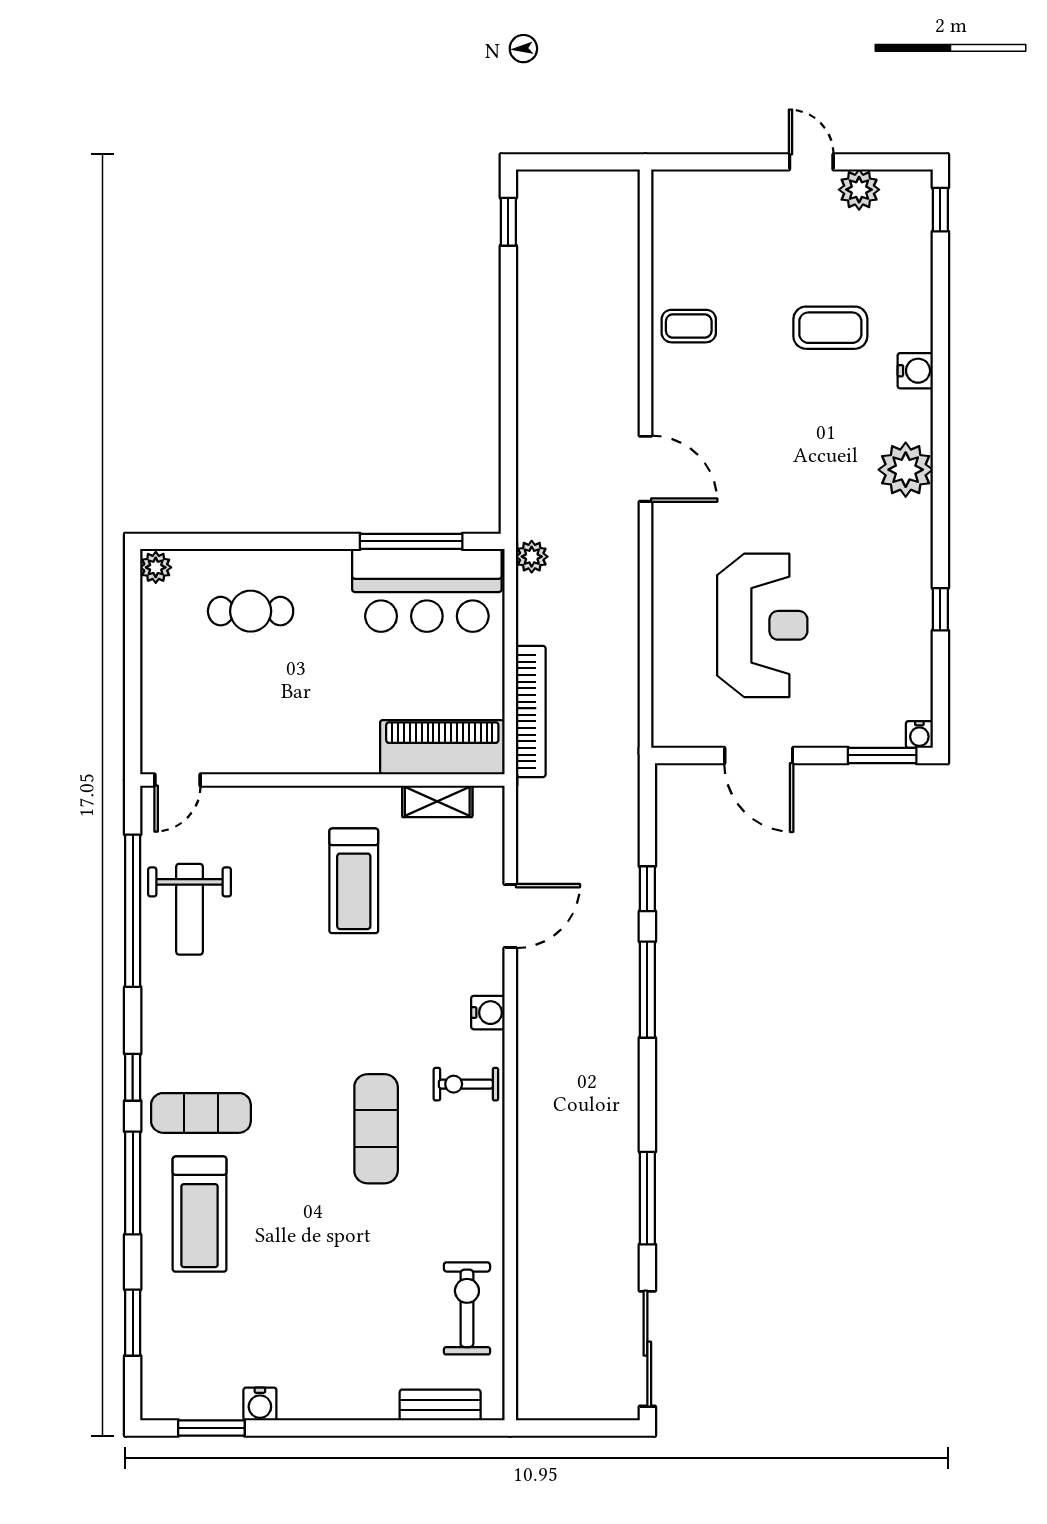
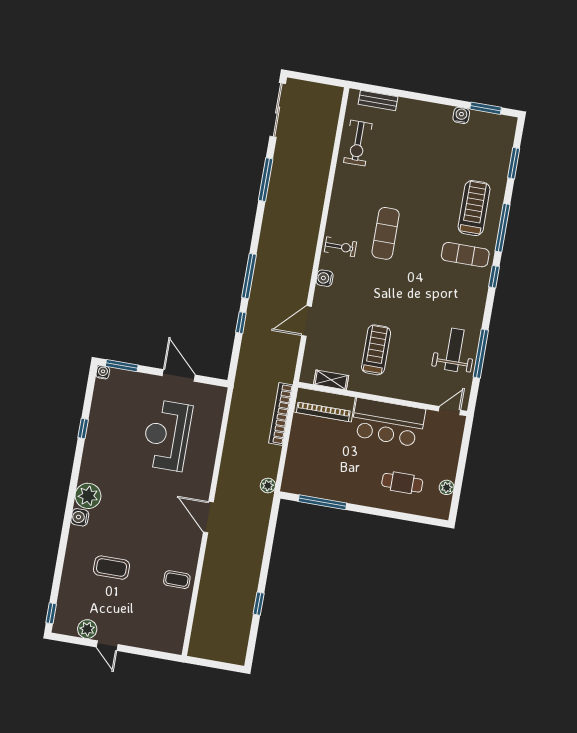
window: (508, 222) -> (259, 604), moved
water cooler: (915, 371) -> (80, 517), moved
plant: (156, 567) -> (447, 487), moved
bar counter: (427, 590) -> (388, 422), moved, turned 180
window: (133, 911) -> (481, 354), width x0.68

